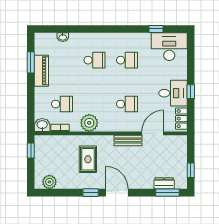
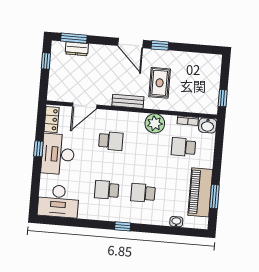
window: (156, 29) -> (123, 226), moved
piano: (41, 71) -> (200, 192), width x1.37, depth x1.33
desk: (173, 93) -> (58, 154), width x1.37
school desk: (127, 104) -> (111, 141), turned 180
bench: (128, 140) -> (128, 101), moved
plant: (49, 182) -> (205, 61), removed

